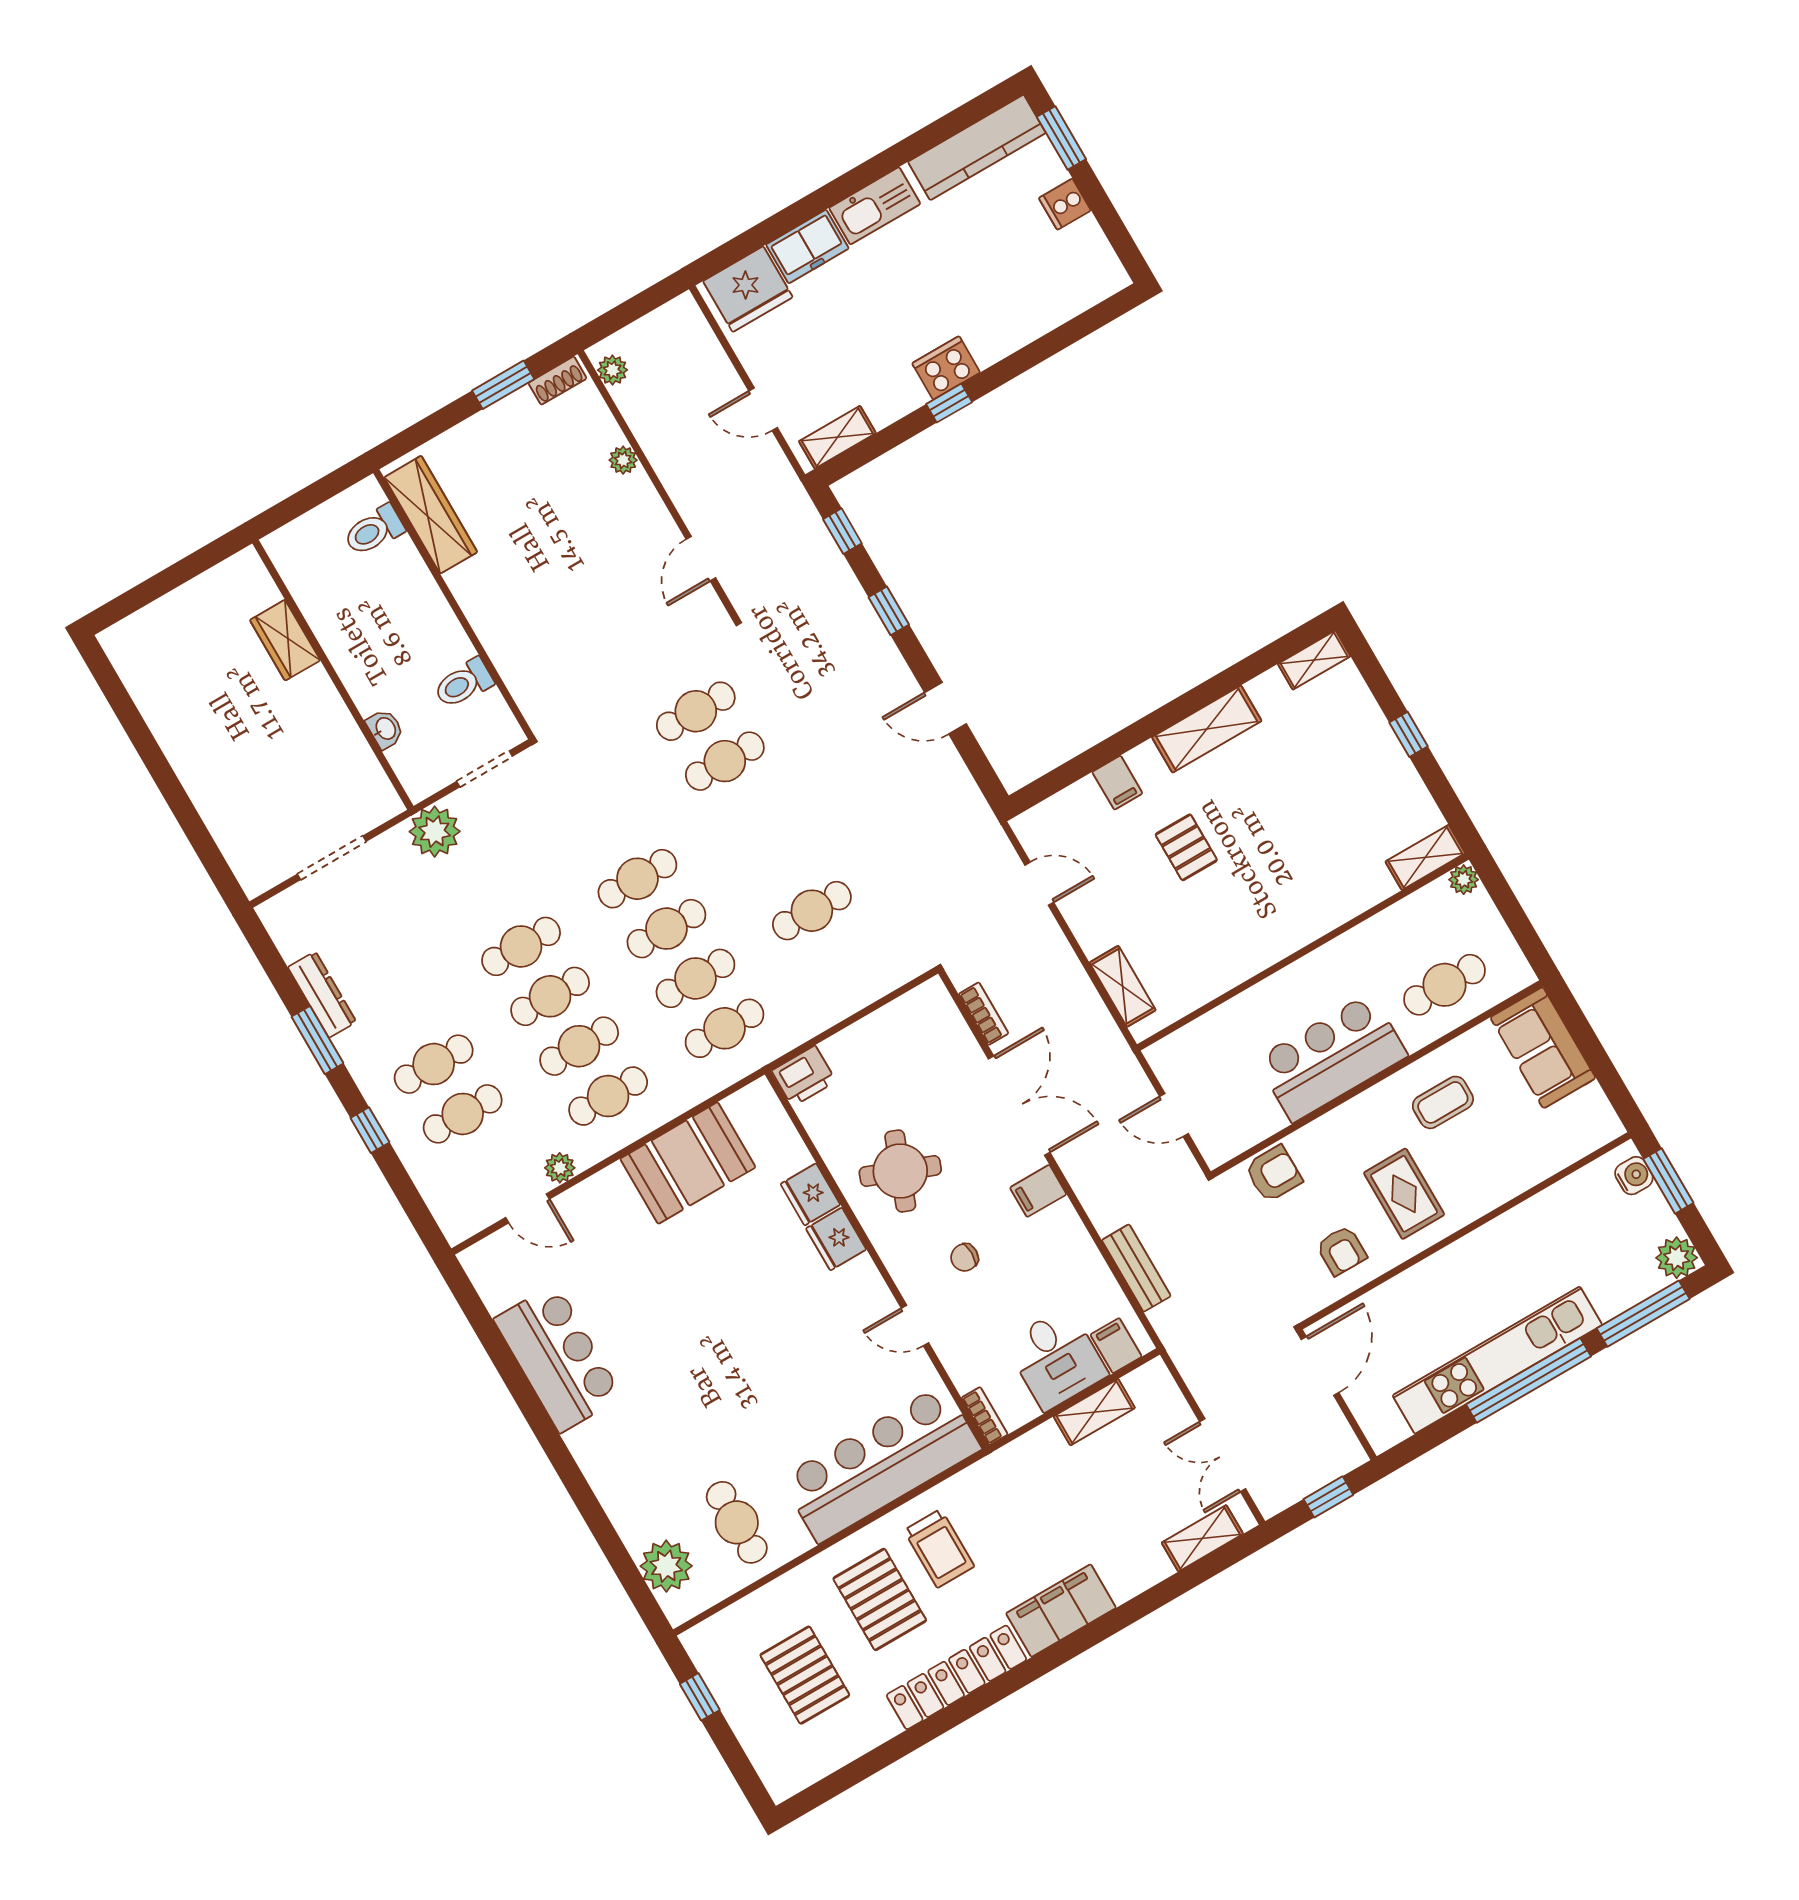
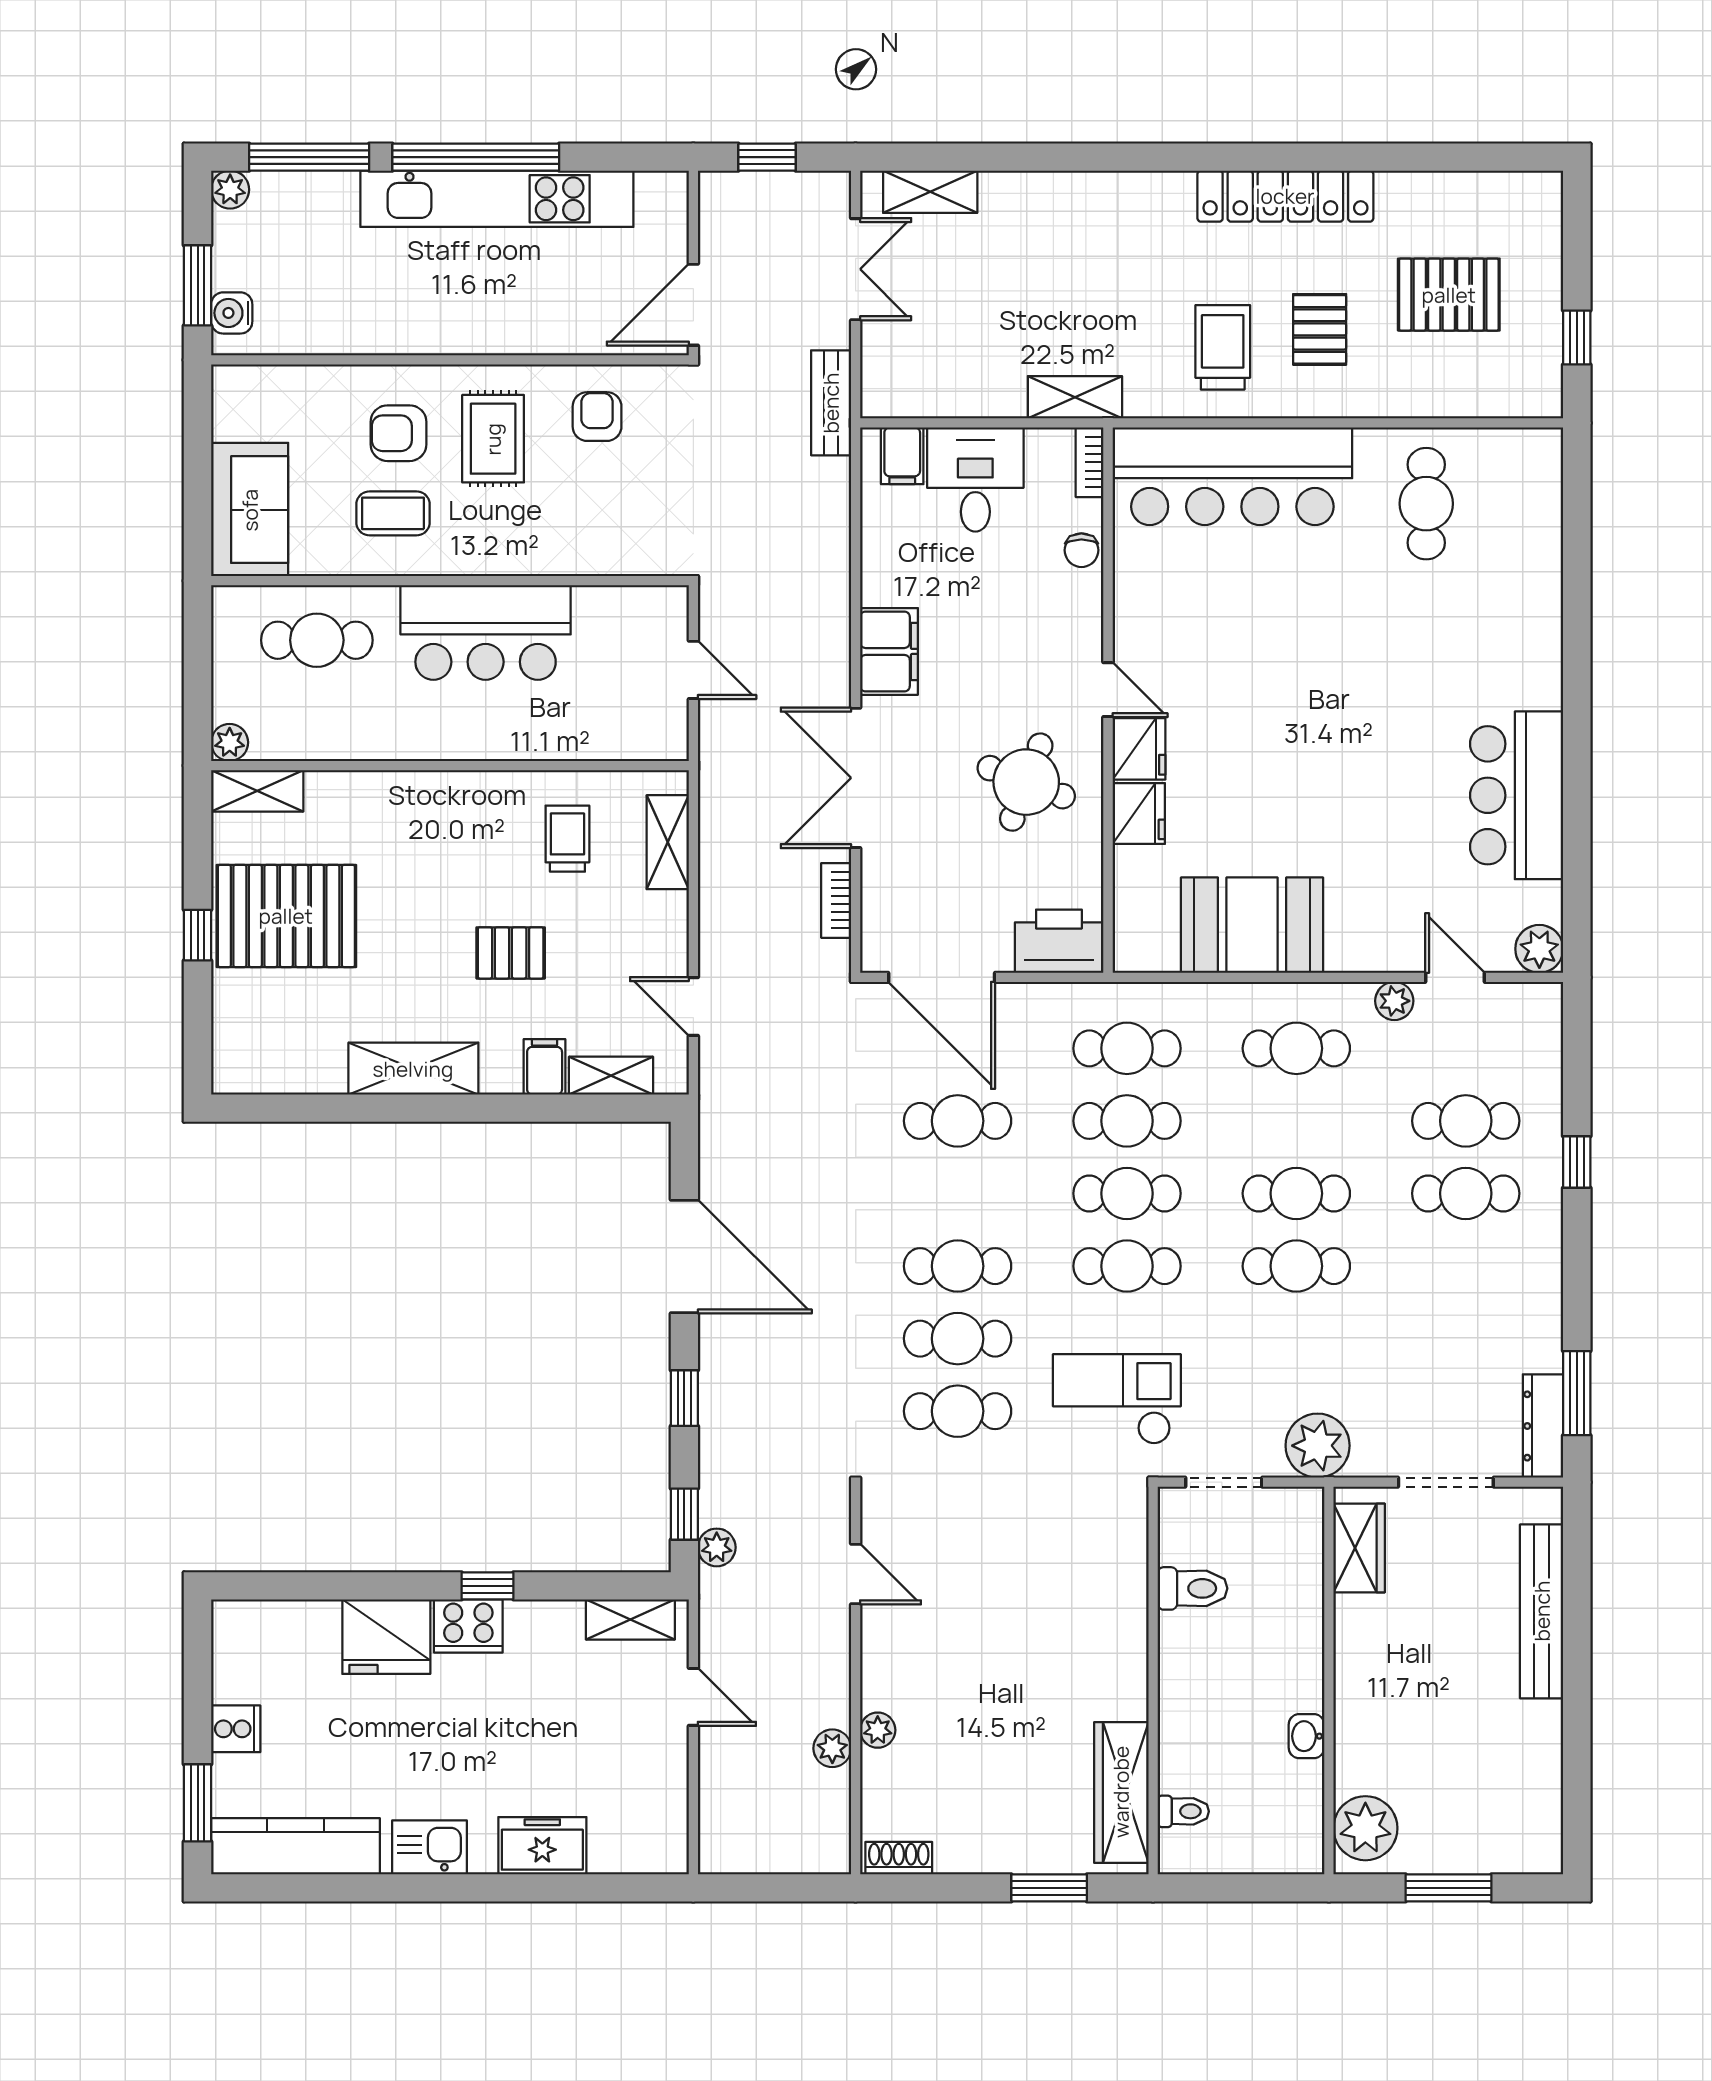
kitchen sink: (875, 206) -> (429, 1847), width x0.73
fridge: (748, 289) -> (386, 1637), moved, turned 180
plant: (613, 370) -> (832, 1748), moved
window: (503, 385) -> (1049, 1888), moved
plant: (807, 521) -> (717, 1547), added
toilet: (374, 530) -> (1183, 1811), width x0.73, depth x0.72
door: (701, 559) -> (856, 1574), hinge flipped
window: (168, 580) -> (1448, 1888), added
plant: (249, 588) -> (1365, 1828), added
wardrobe: (285, 640) -> (1359, 1548), moved
shelving: (1314, 660) -> (611, 1076), moved
door: (945, 708) -> (684, 1257), width x1.87
washbasin: (385, 729) -> (1306, 1736), moved
checkout: (591, 783) -> (1117, 1399), added
pallet: (1355, 783) -> (286, 916), added
bench: (214, 807) -> (1542, 1611), added
pallet: (1186, 847) -> (511, 953), turned 90
trolley: (1193, 949) -> (567, 839), added
dresser: (322, 995) -> (1543, 1426), moved
door: (880, 1003) -> (942, 977), added
window: (318, 1040) -> (1577, 1393), moved
cafe table: (579, 1046) -> (958, 1266), moved
printer: (804, 1076) -> (1059, 941), width x1.37, depth x1.19
armchair: (1273, 1174) -> (399, 433), moved
filing cabinet: (1038, 1191) -> (889, 651), width x2.00
chair: (965, 1257) -> (1081, 550), moved, turned 90
plant: (1677, 1258) -> (230, 190), width x0.73, depth x0.73
bench: (1136, 1268) -> (831, 403), moved
door: (915, 1326) -> (1108, 690), moved
shelving: (1094, 1412) -> (1075, 397), moved
plant: (666, 1566) -> (1539, 949), moved, width x0.73, depth x0.73
pallet: (880, 1599) -> (1320, 329), width x0.67, depth x0.71
filing cabinet: (1061, 1611) -> (1130, 203), removed
pallet: (805, 1675) -> (1449, 295), turned 90

